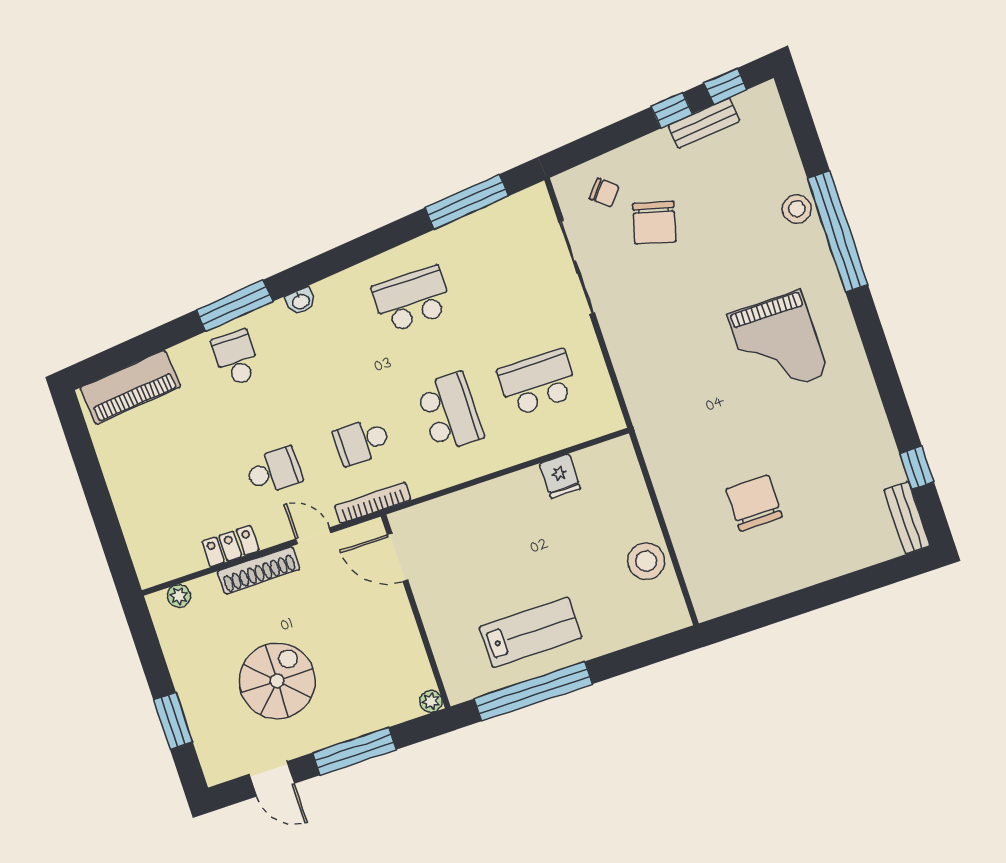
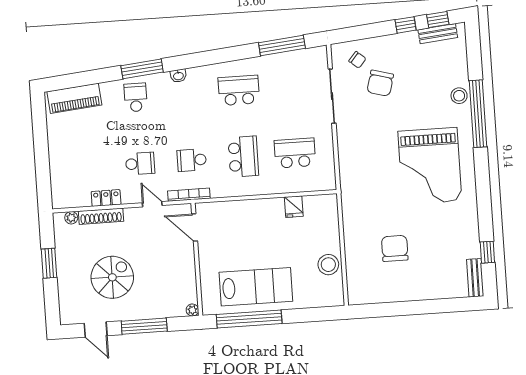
bench: (704, 123) -> (438, 34), moved
grand piano: (778, 344) -> (430, 166), width x1.37, depth x1.48
shoe rack: (259, 570) -> (101, 216), moved
lab bench: (531, 632) -> (256, 287), width x1.36, depth x1.39
window: (173, 721) -> (49, 263), moved

